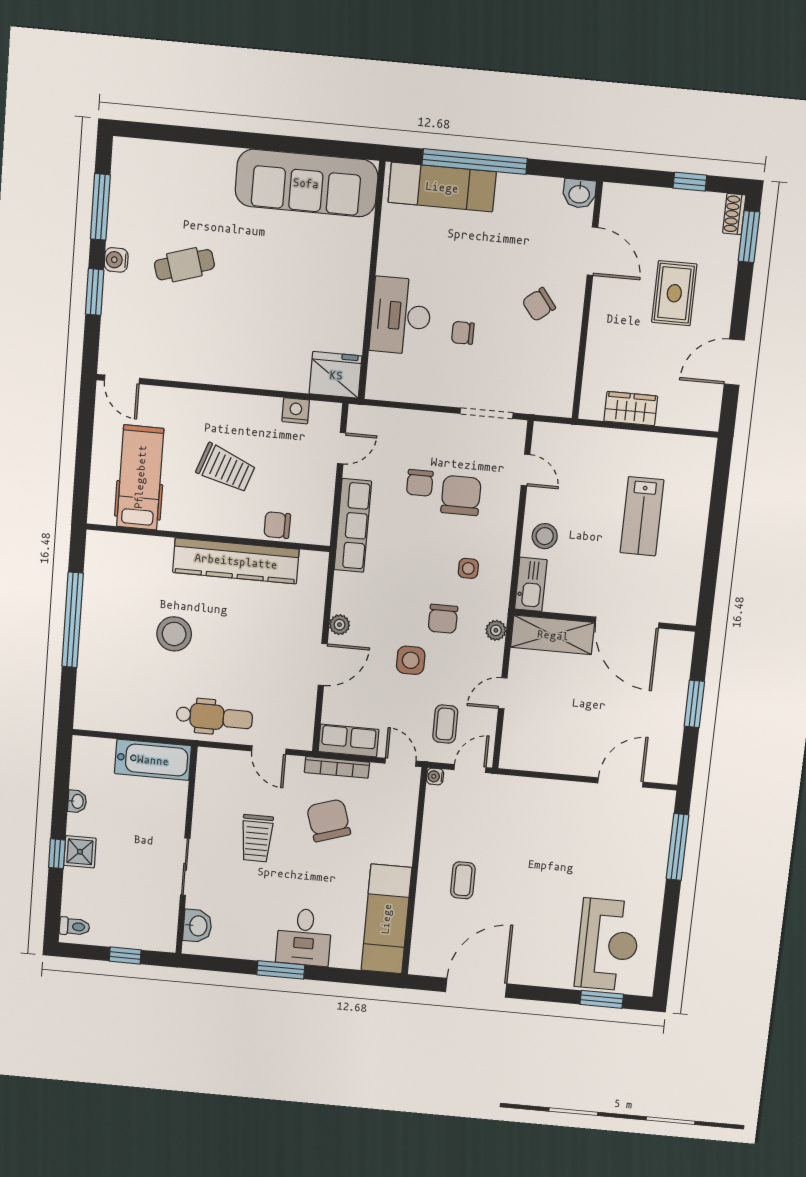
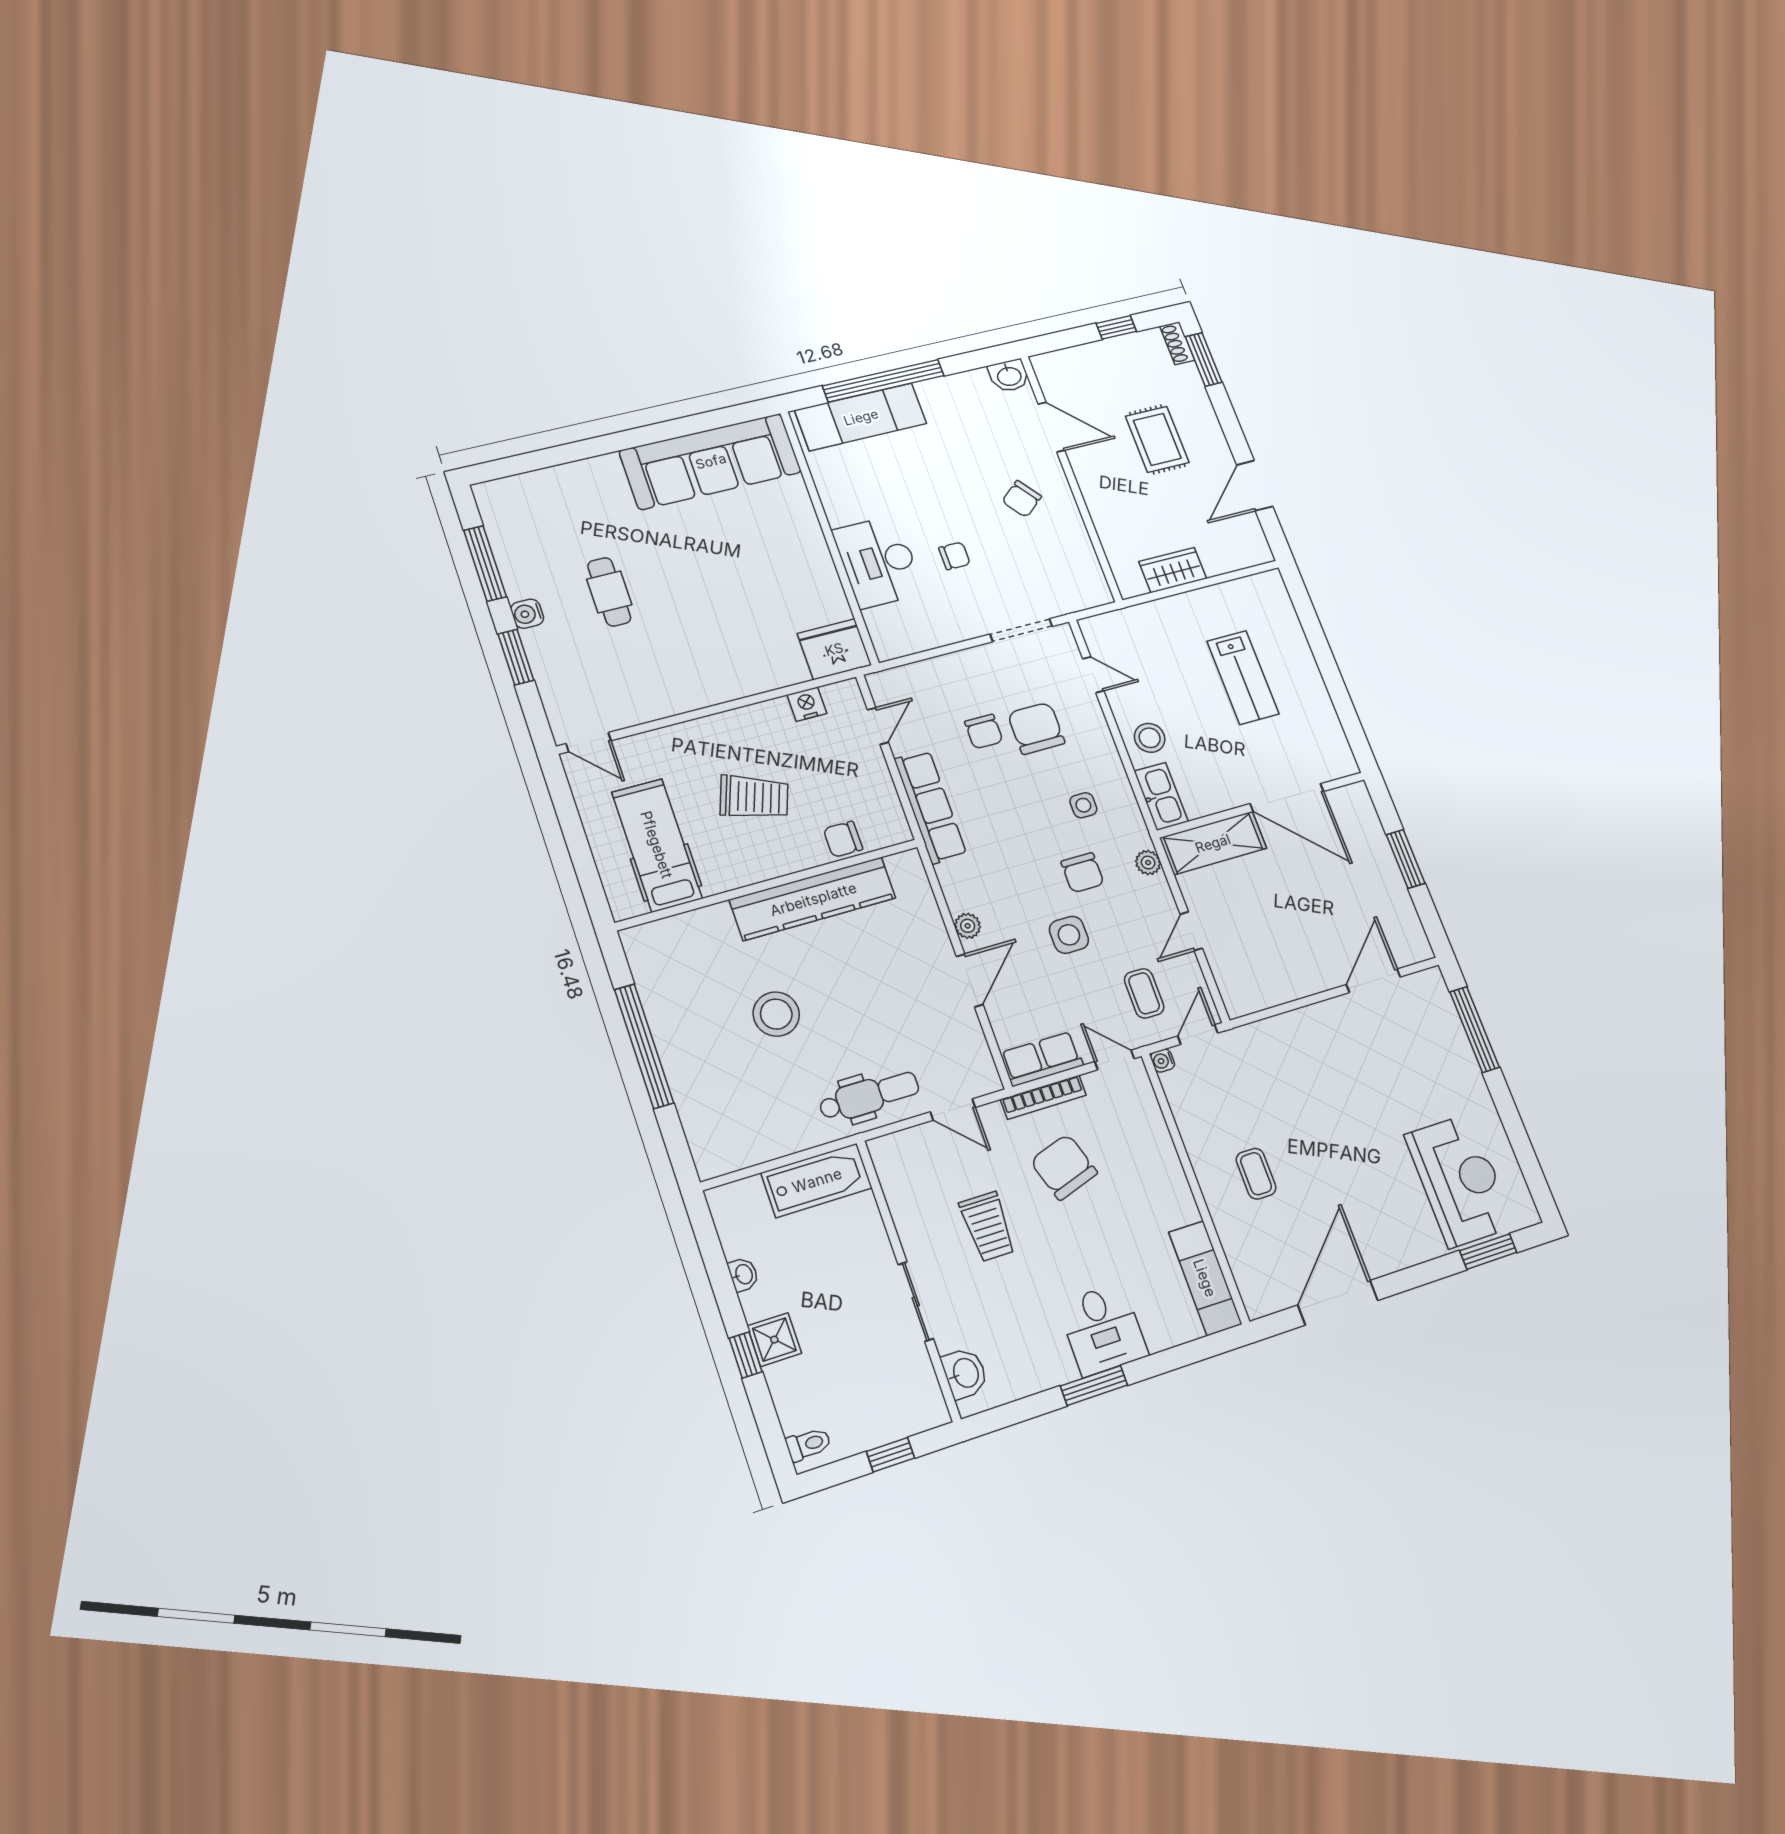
cafe table: (184, 265) -> (609, 592), turned -73
chair: (463, 333) -> (954, 556), turned 180
exam couch: (386, 919) -> (1205, 1278), width x0.73, depth x0.69

